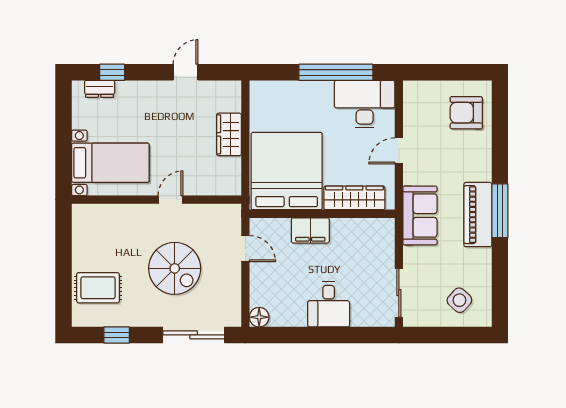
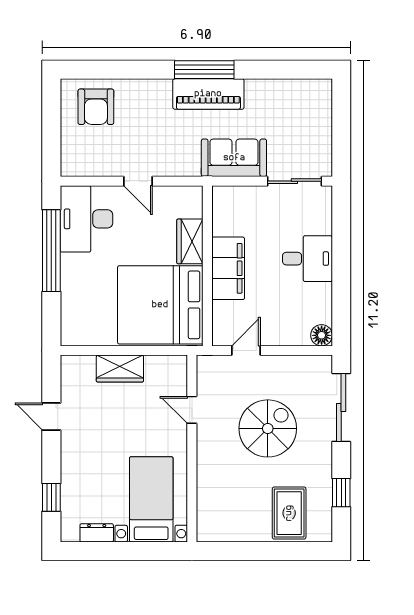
dresser: (100, 89) -> (97, 533), moved, turned -90
wardrobe: (354, 198) -> (190, 241), width x0.67
door: (170, 200) -> (192, 410), moved
sofa: (420, 215) -> (234, 158), moved
filing cabinet: (310, 230) -> (228, 268), width x1.50, depth x1.17
side table: (459, 300) -> (303, 114), removed

